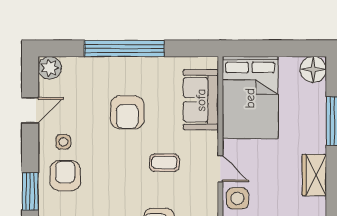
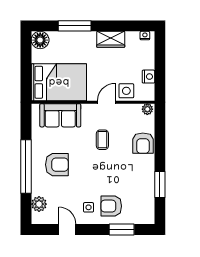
plant: (50, 68) -> (39, 204), moved
armchair: (127, 112) -> (57, 165), moved

